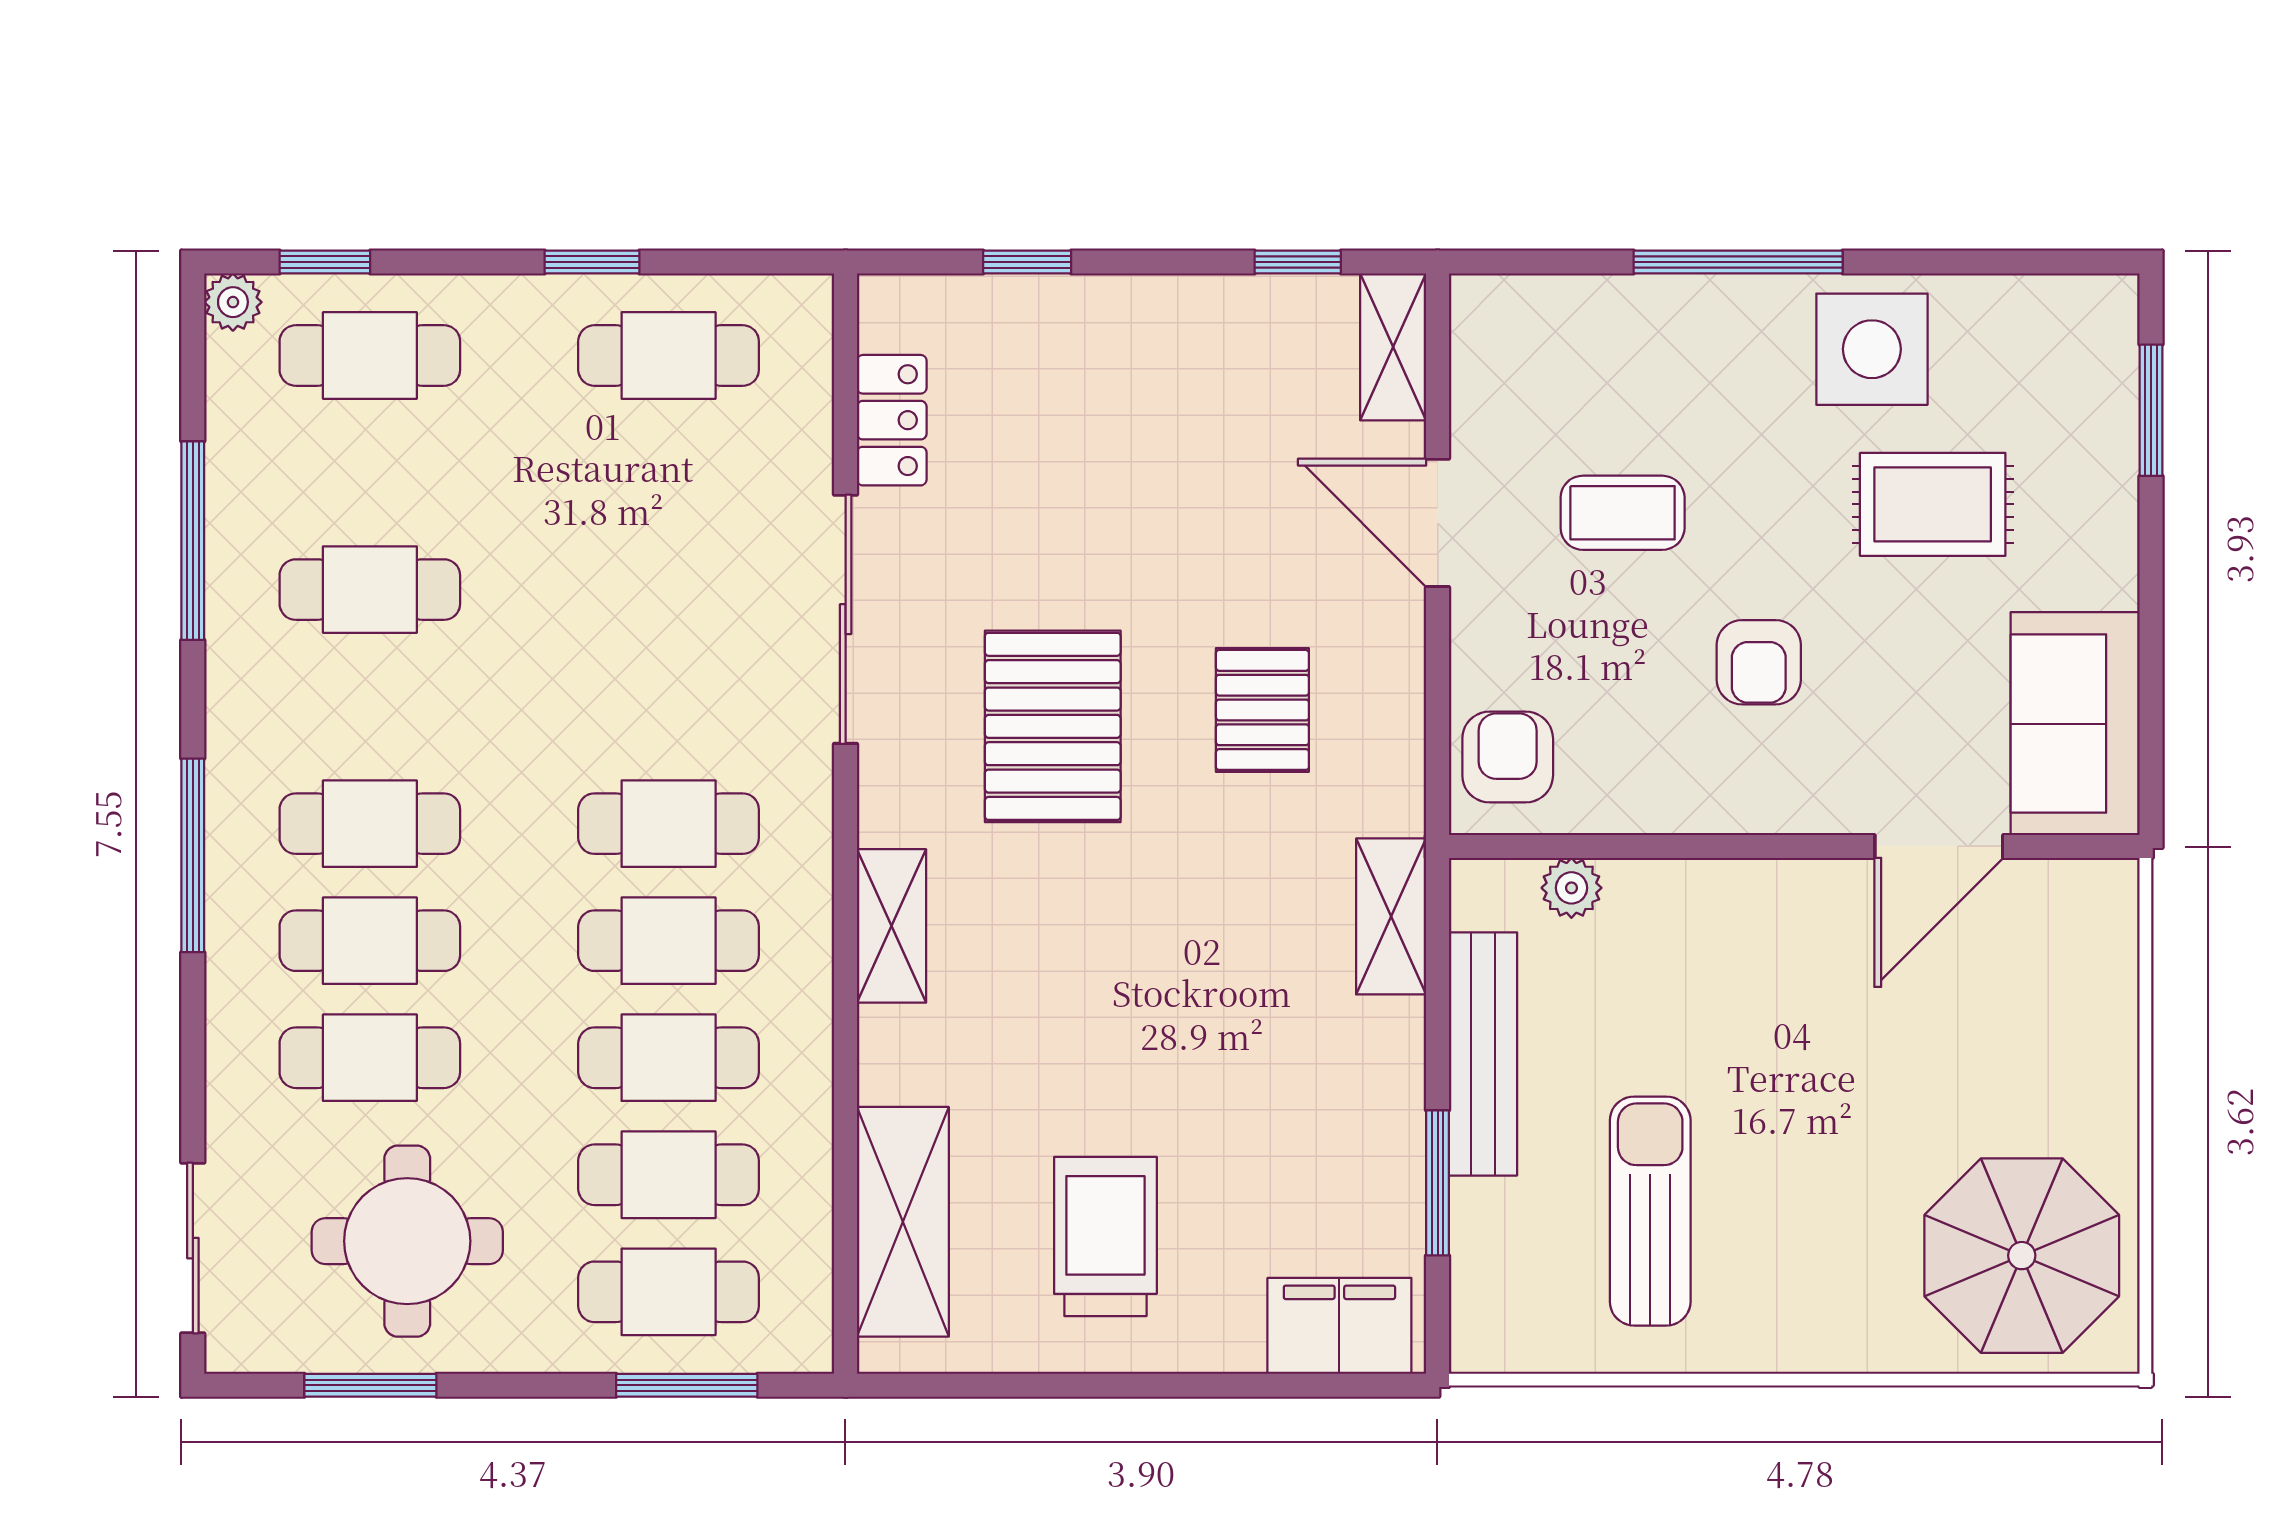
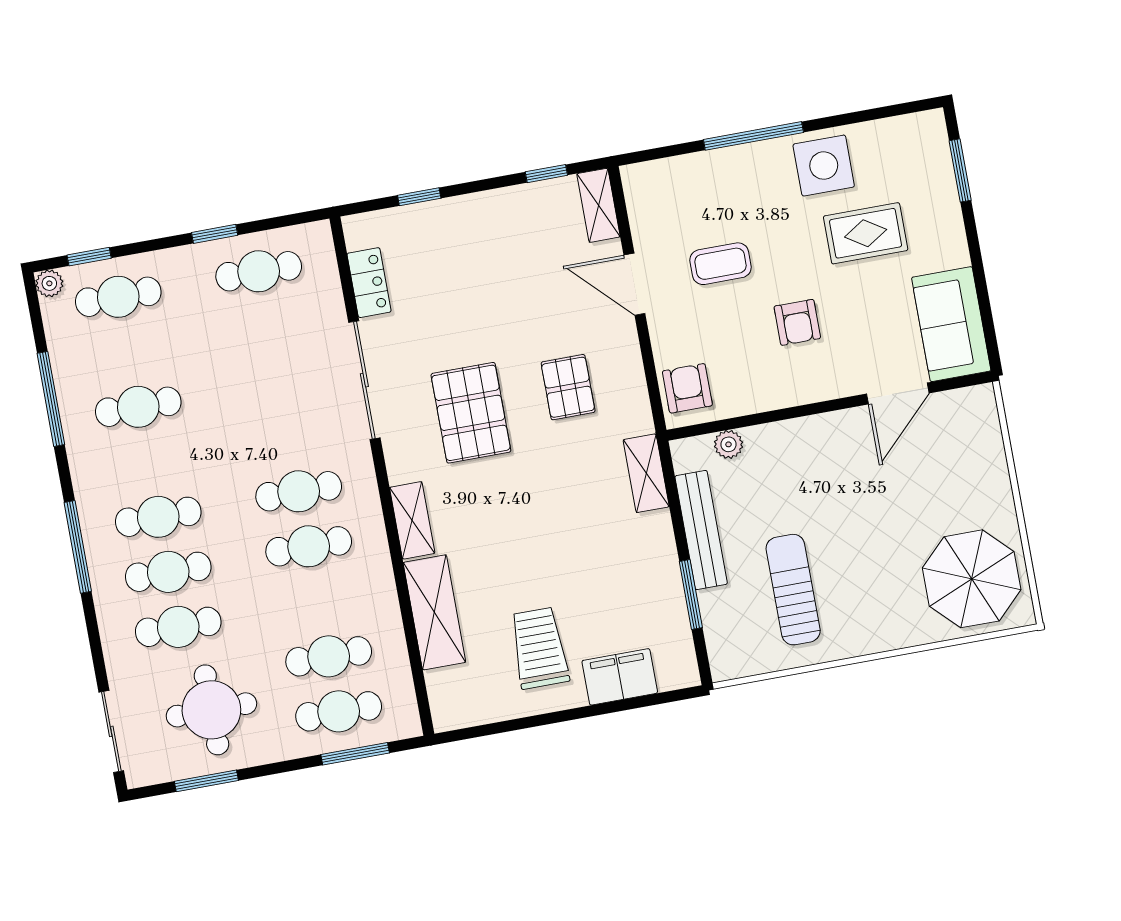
cafe table: (669, 1058) -> (319, 601), removed
shelving: (903, 1222) -> (434, 612), moved
filing cabinet: (1339, 1326) -> (620, 677), moved

